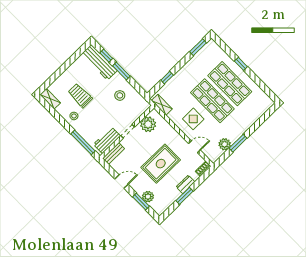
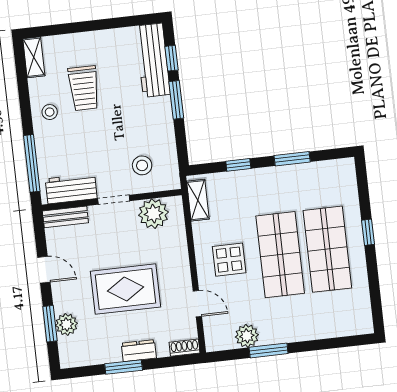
window: (198, 47) -> (292, 159), moved
trolley: (80, 95) -> (84, 88), turned 180
stool: (120, 95) -> (142, 165), moved

